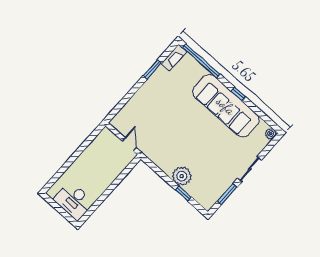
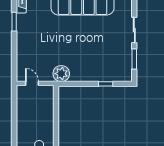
door: (129, 144) -> (32, 83), moved
plant: (182, 176) -> (61, 74), moved

